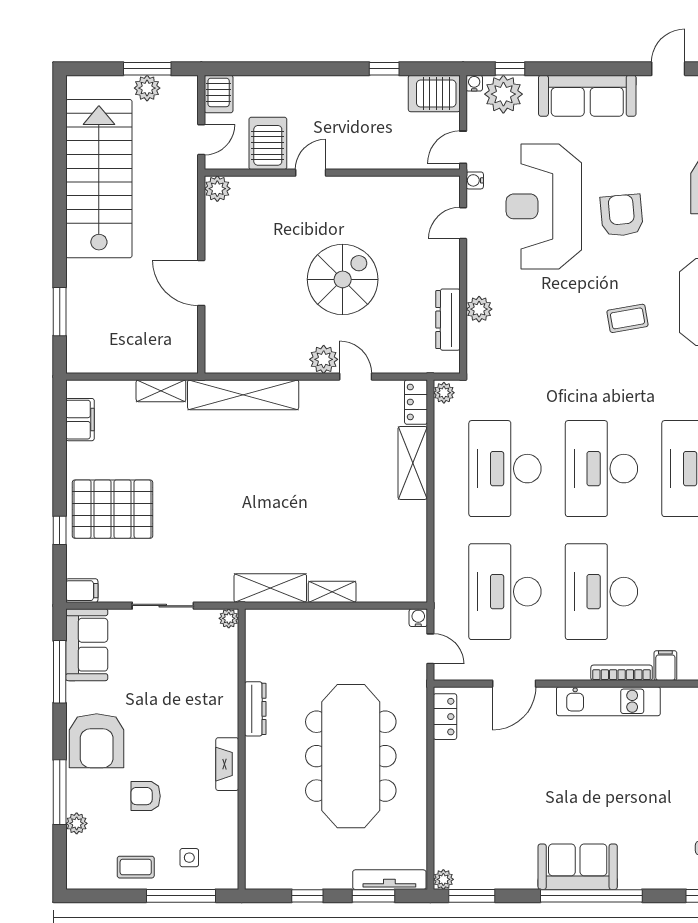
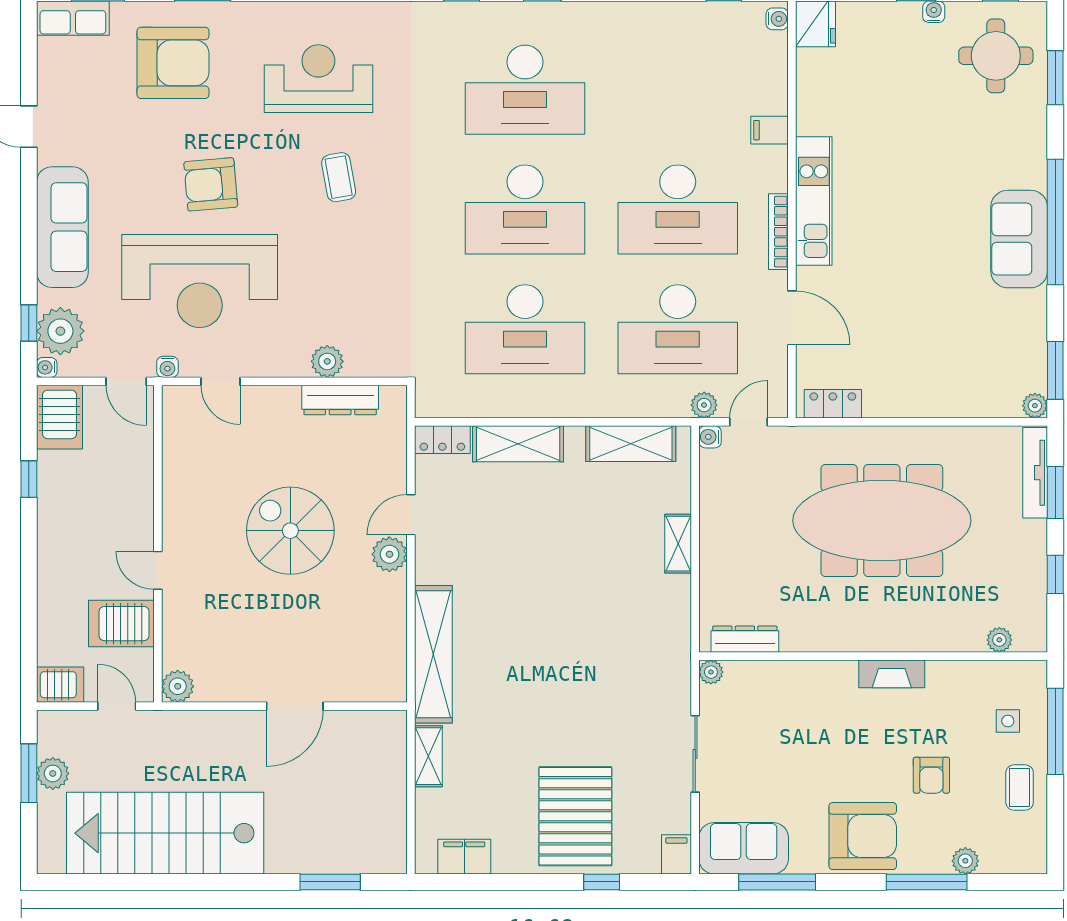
plant: (444, 393) -> (704, 405), moved
shelving: (270, 588) -> (631, 444), moved, turned 90
bookcase: (622, 673) -> (778, 232), moved
dresser: (255, 709) -> (745, 639), moved
plant: (255, 851) -> (999, 640), added

